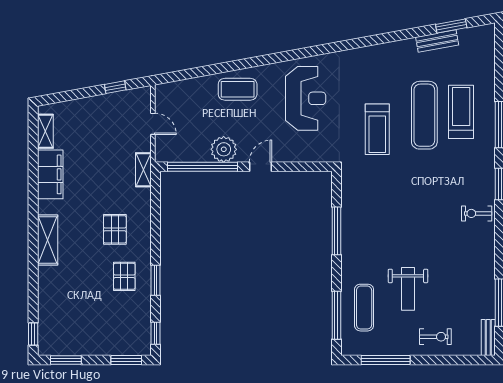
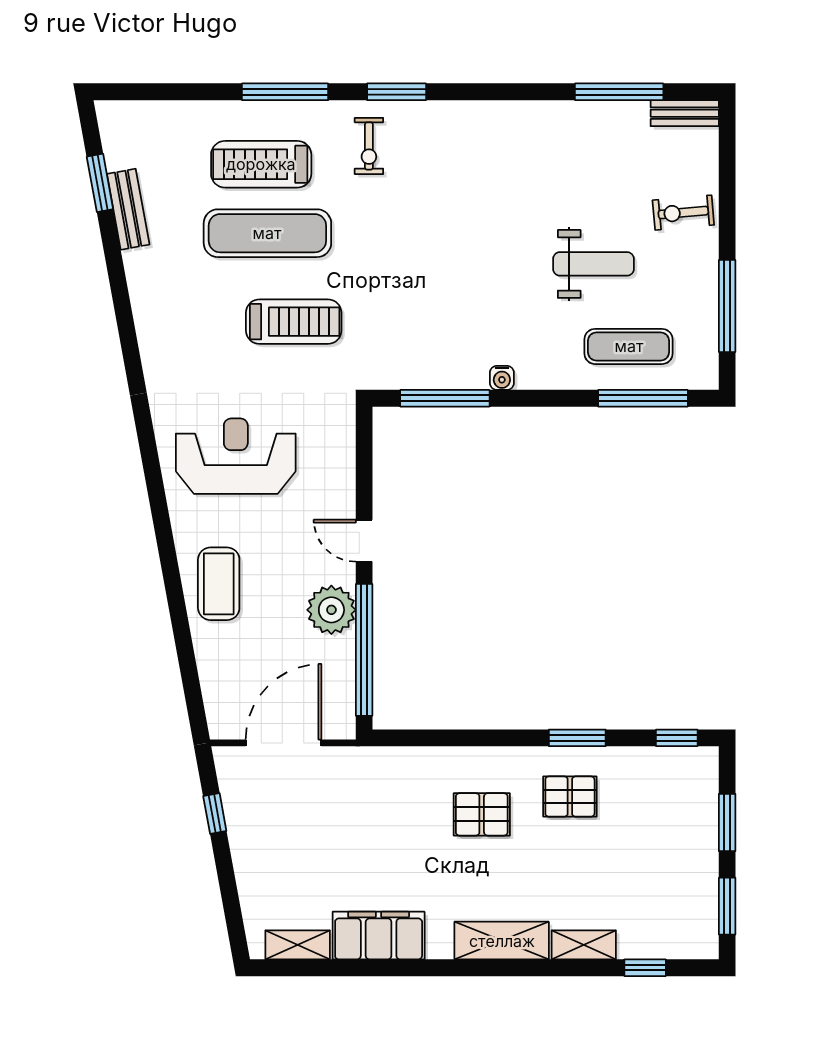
door: (153, 124) -> (284, 743), width x1.87
shelving: (143, 170) -> (584, 945), moved
exercise bike: (477, 213) -> (369, 146), moved
window: (336, 231) -> (445, 398), moved
water cooler: (347, 240) -> (502, 378), added
window: (33, 334) -> (645, 968), moved
exercise bike: (435, 337) -> (683, 213), turned -95
window: (126, 360) -> (727, 823), moved

